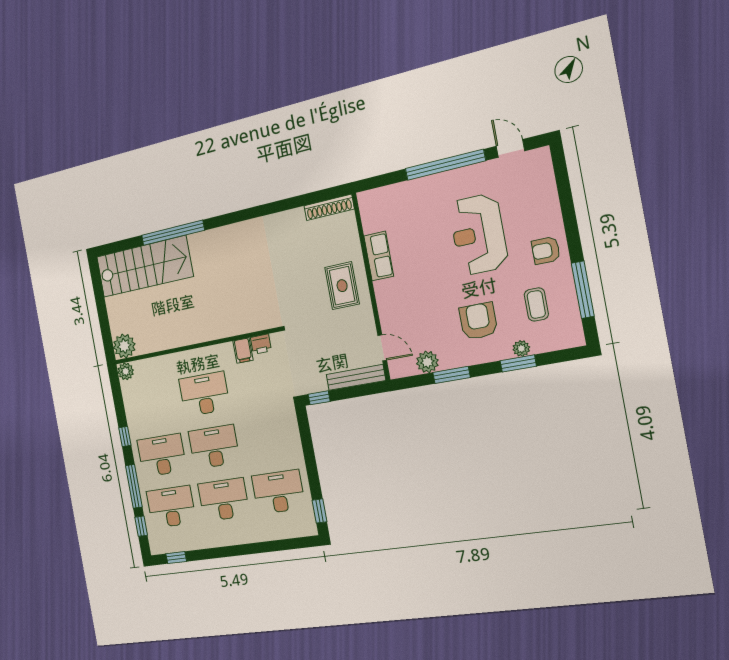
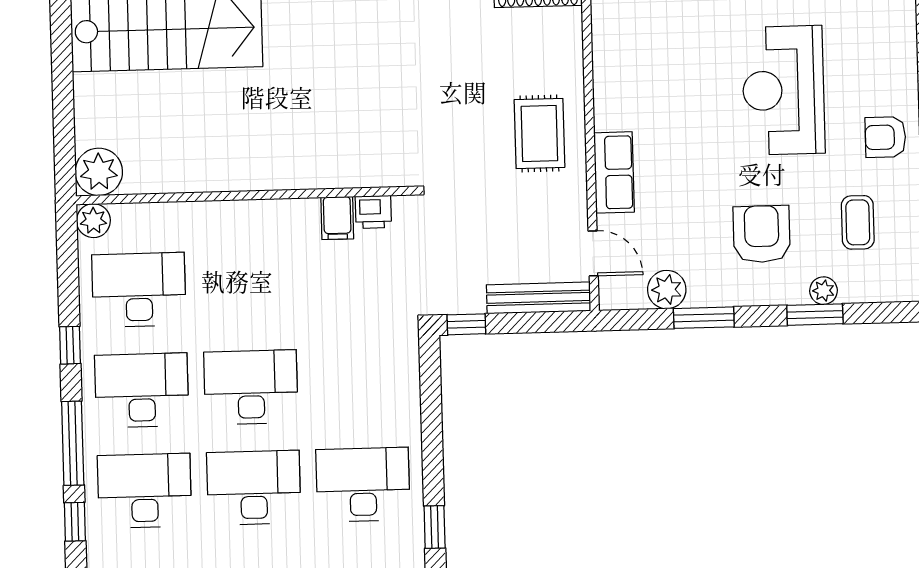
row of seats: (379, 256) -> (614, 172), moved
desk: (204, 394) -> (139, 290), moved

